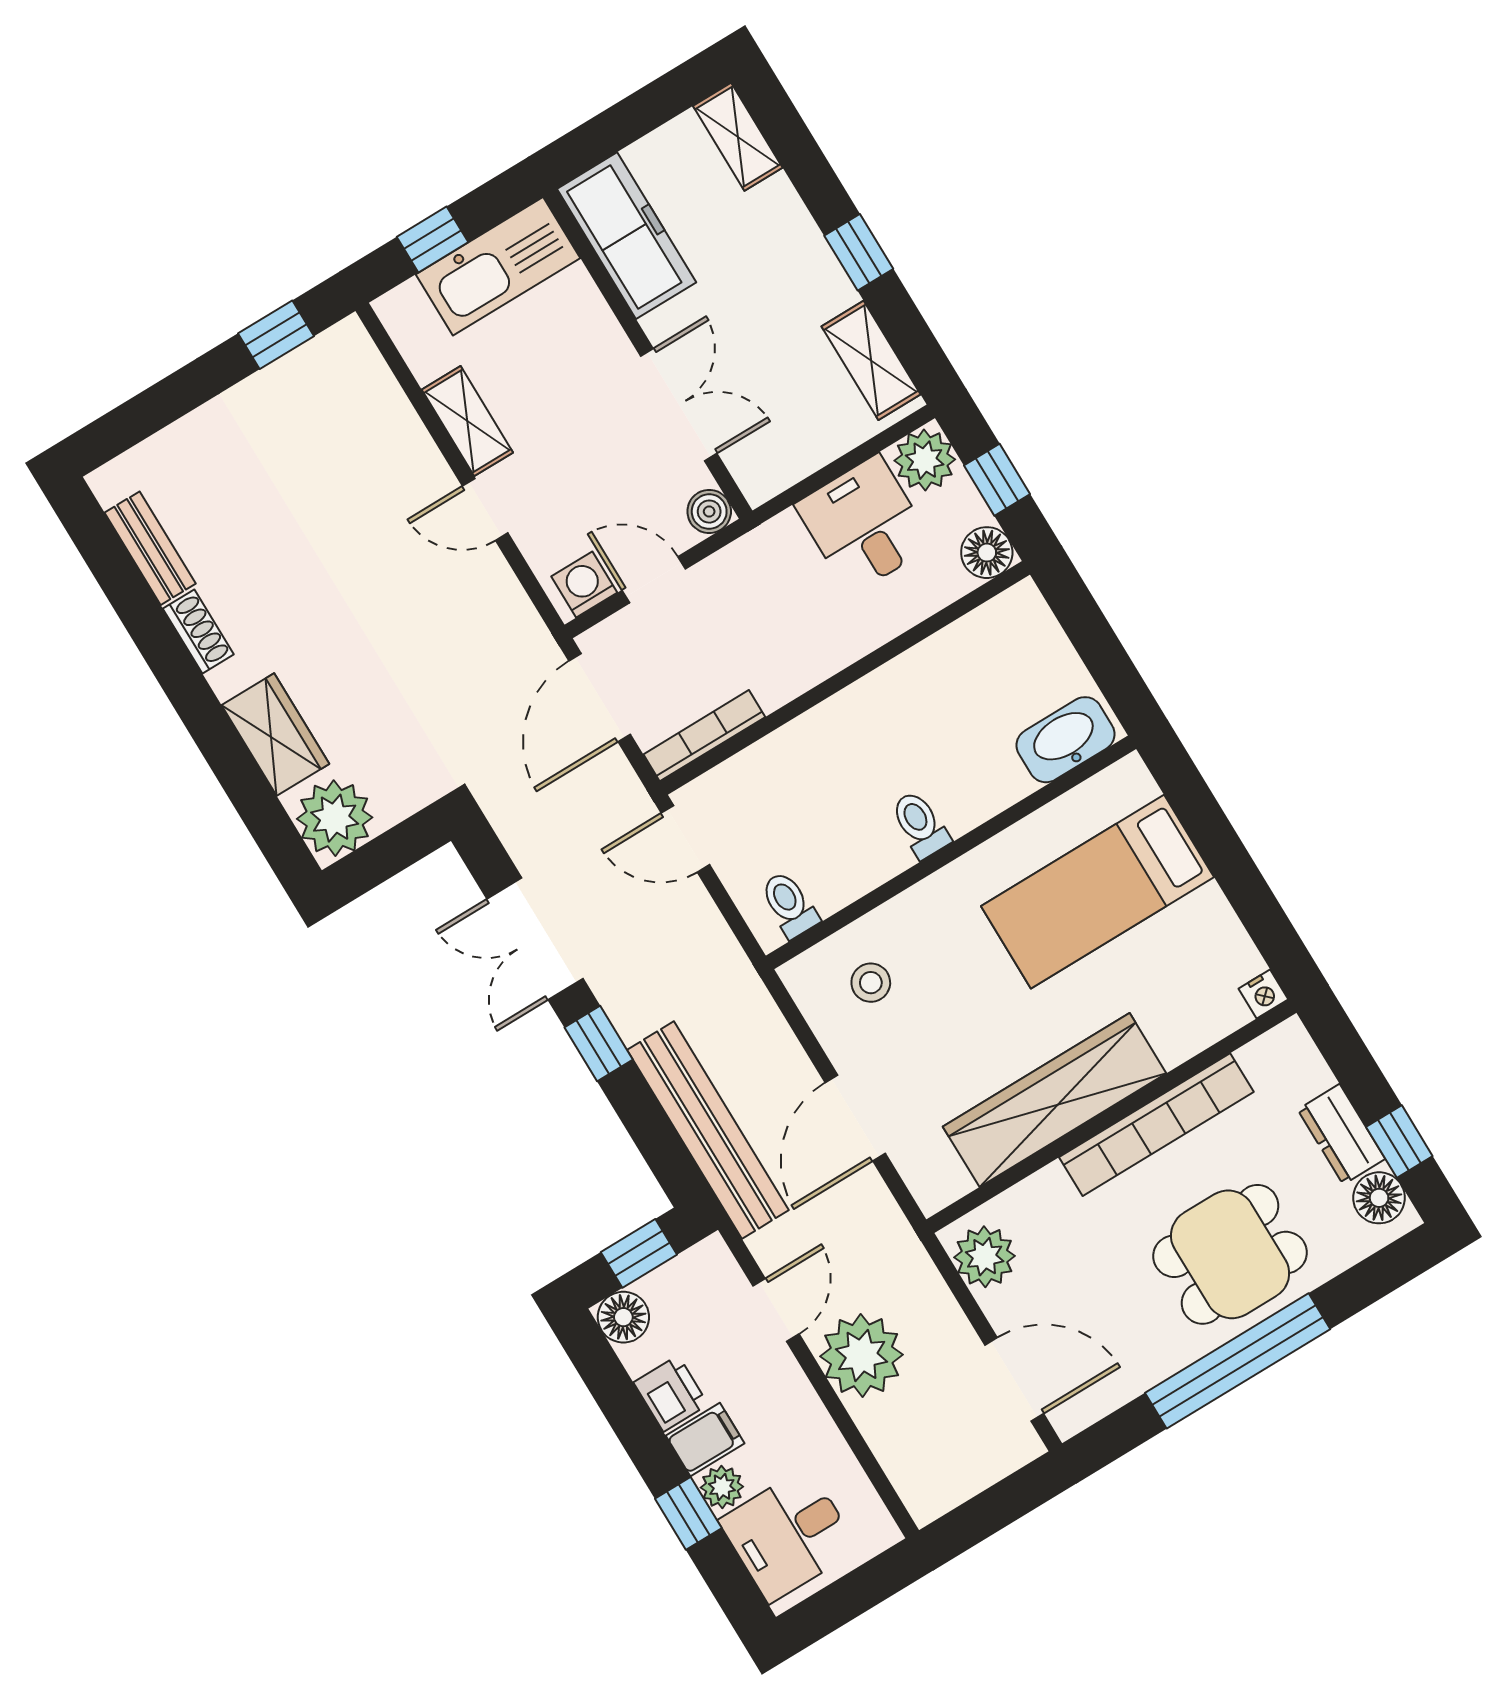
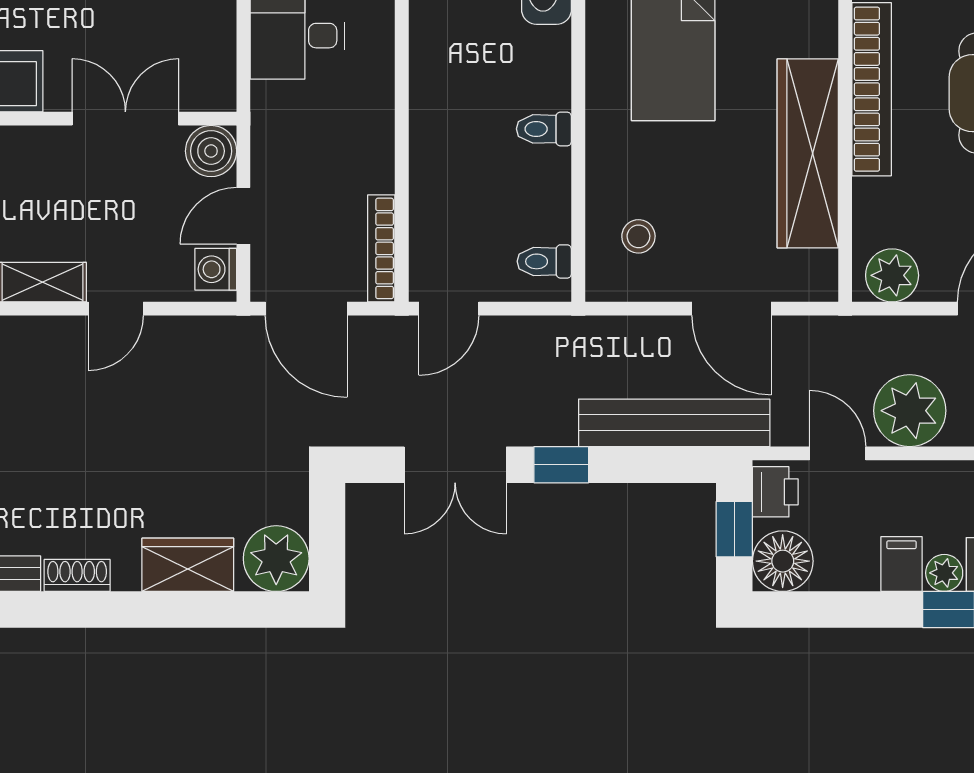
boiler: (709, 512) -> (211, 151), width x1.36, depth x1.36
floor lamp: (623, 1317) -> (783, 561), width x1.38, depth x1.38
printer: (671, 1393) -> (775, 492), moved, turned 90

